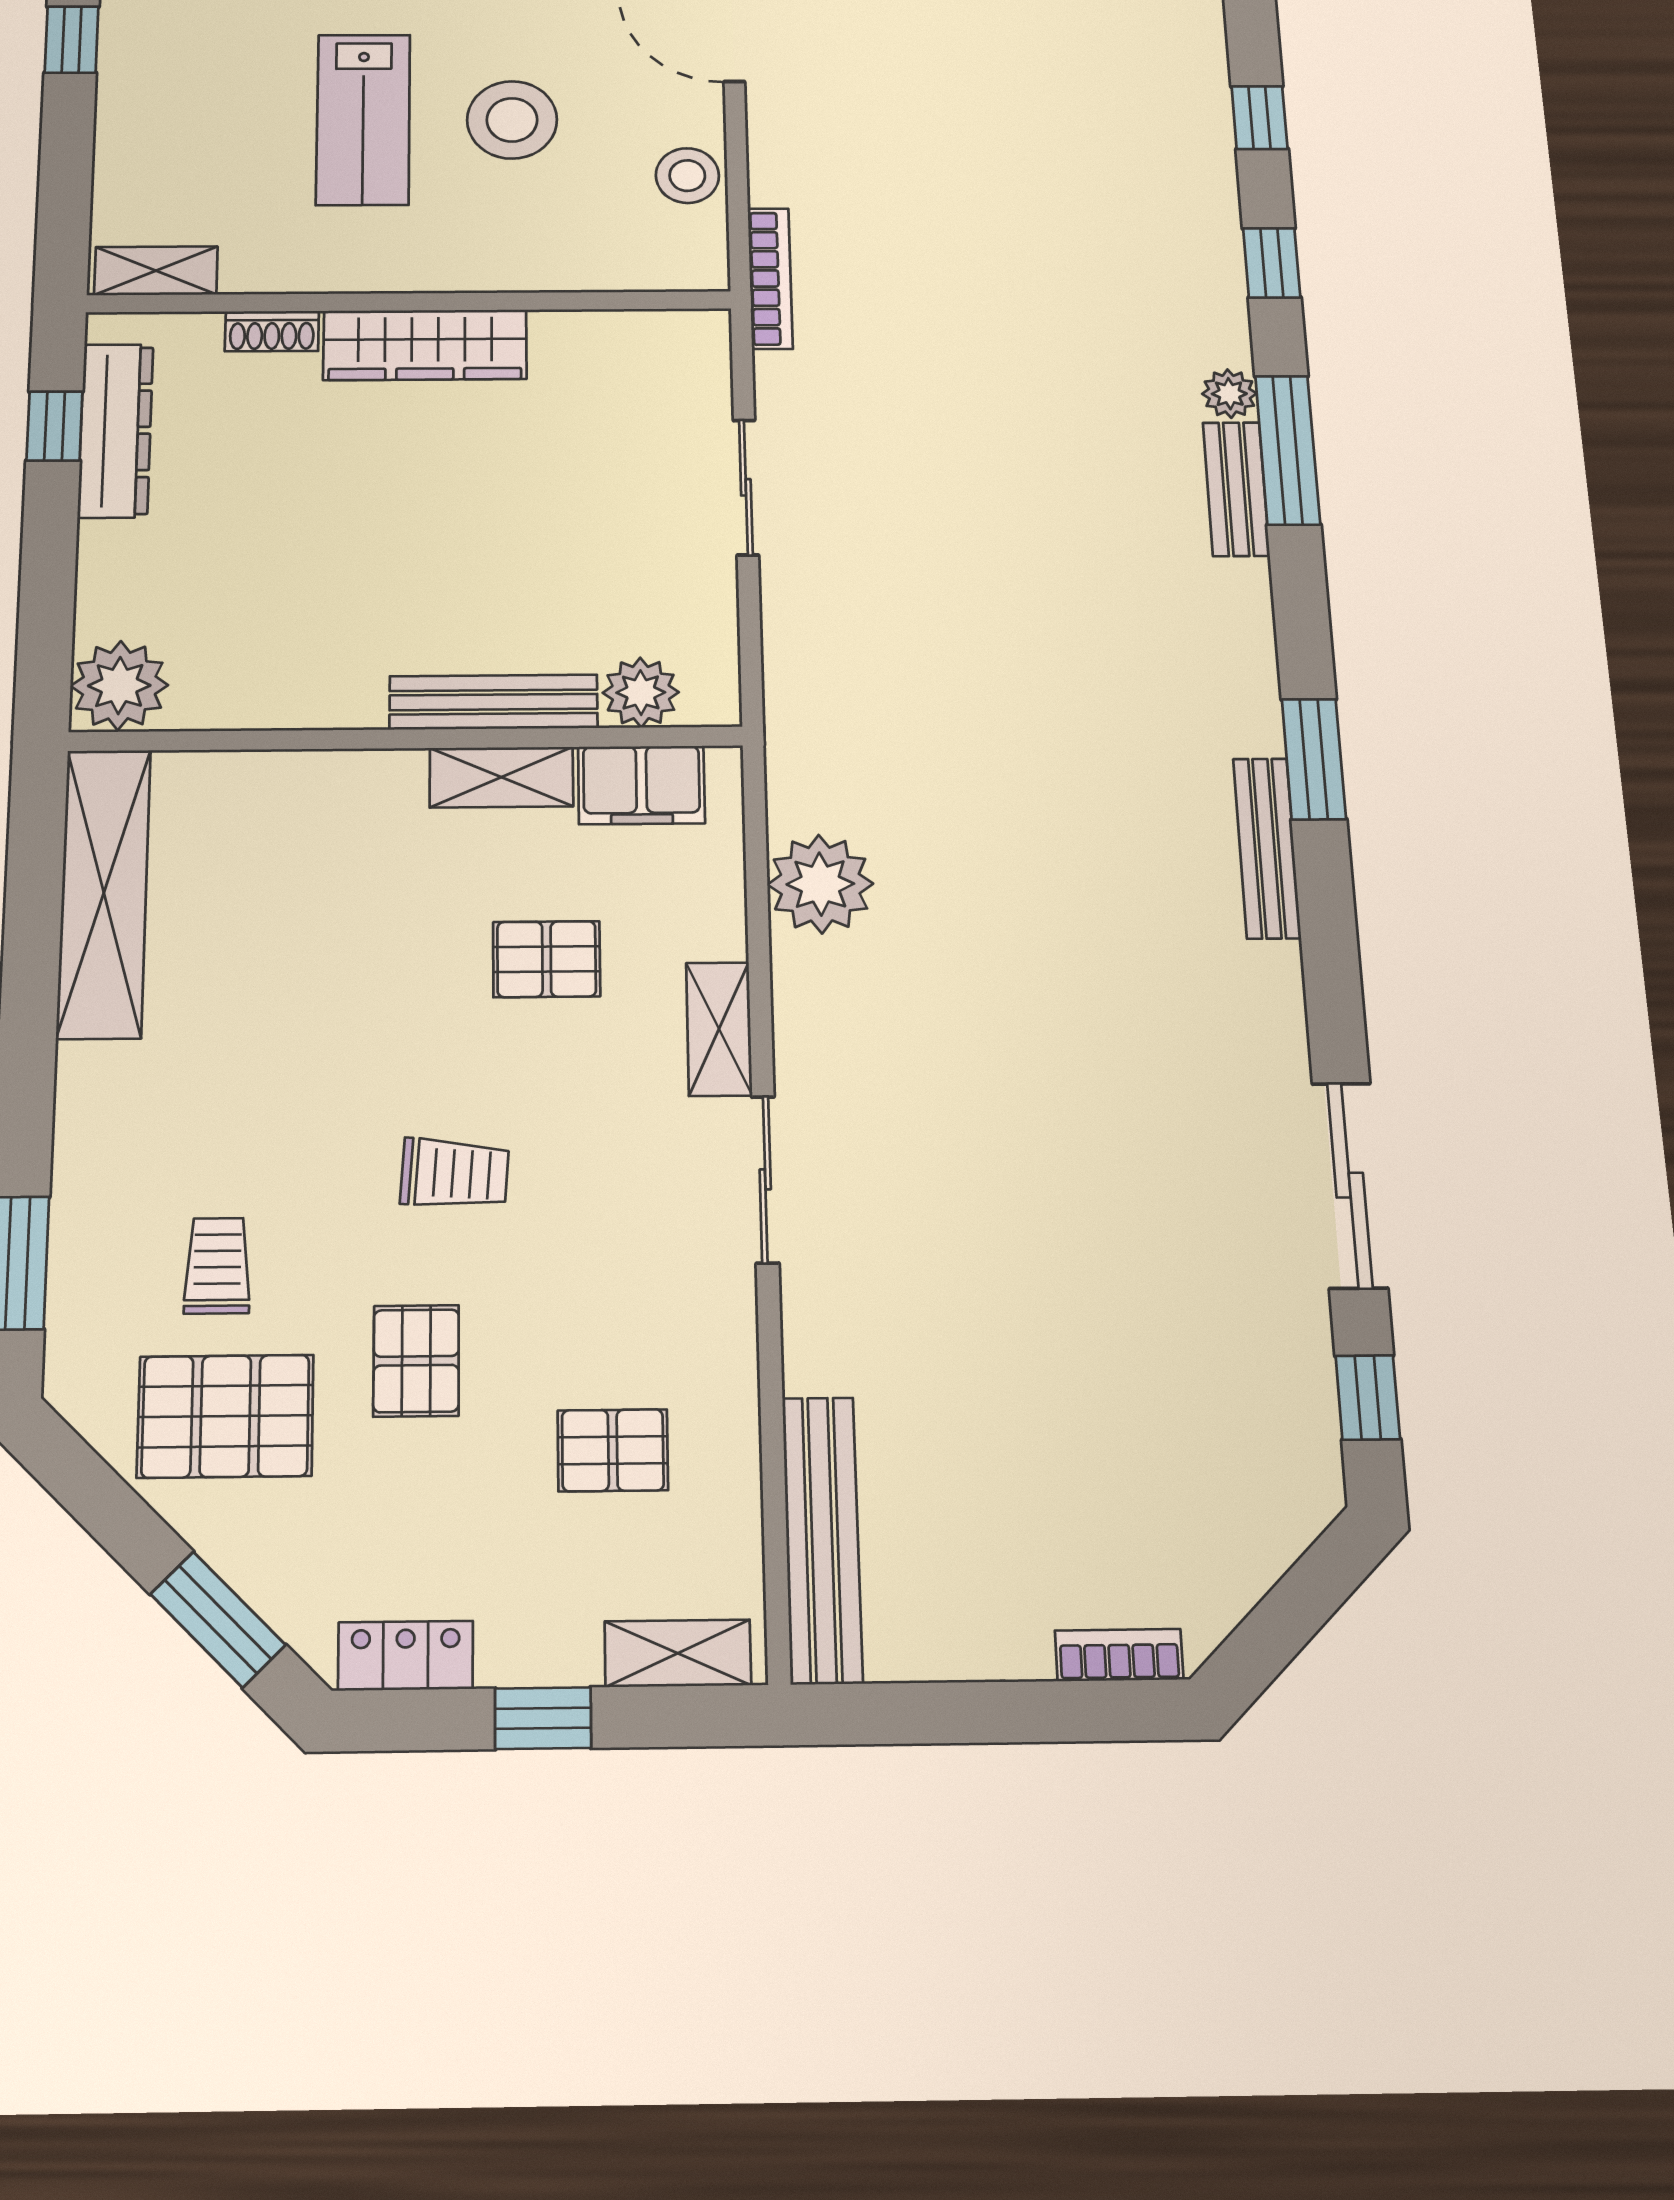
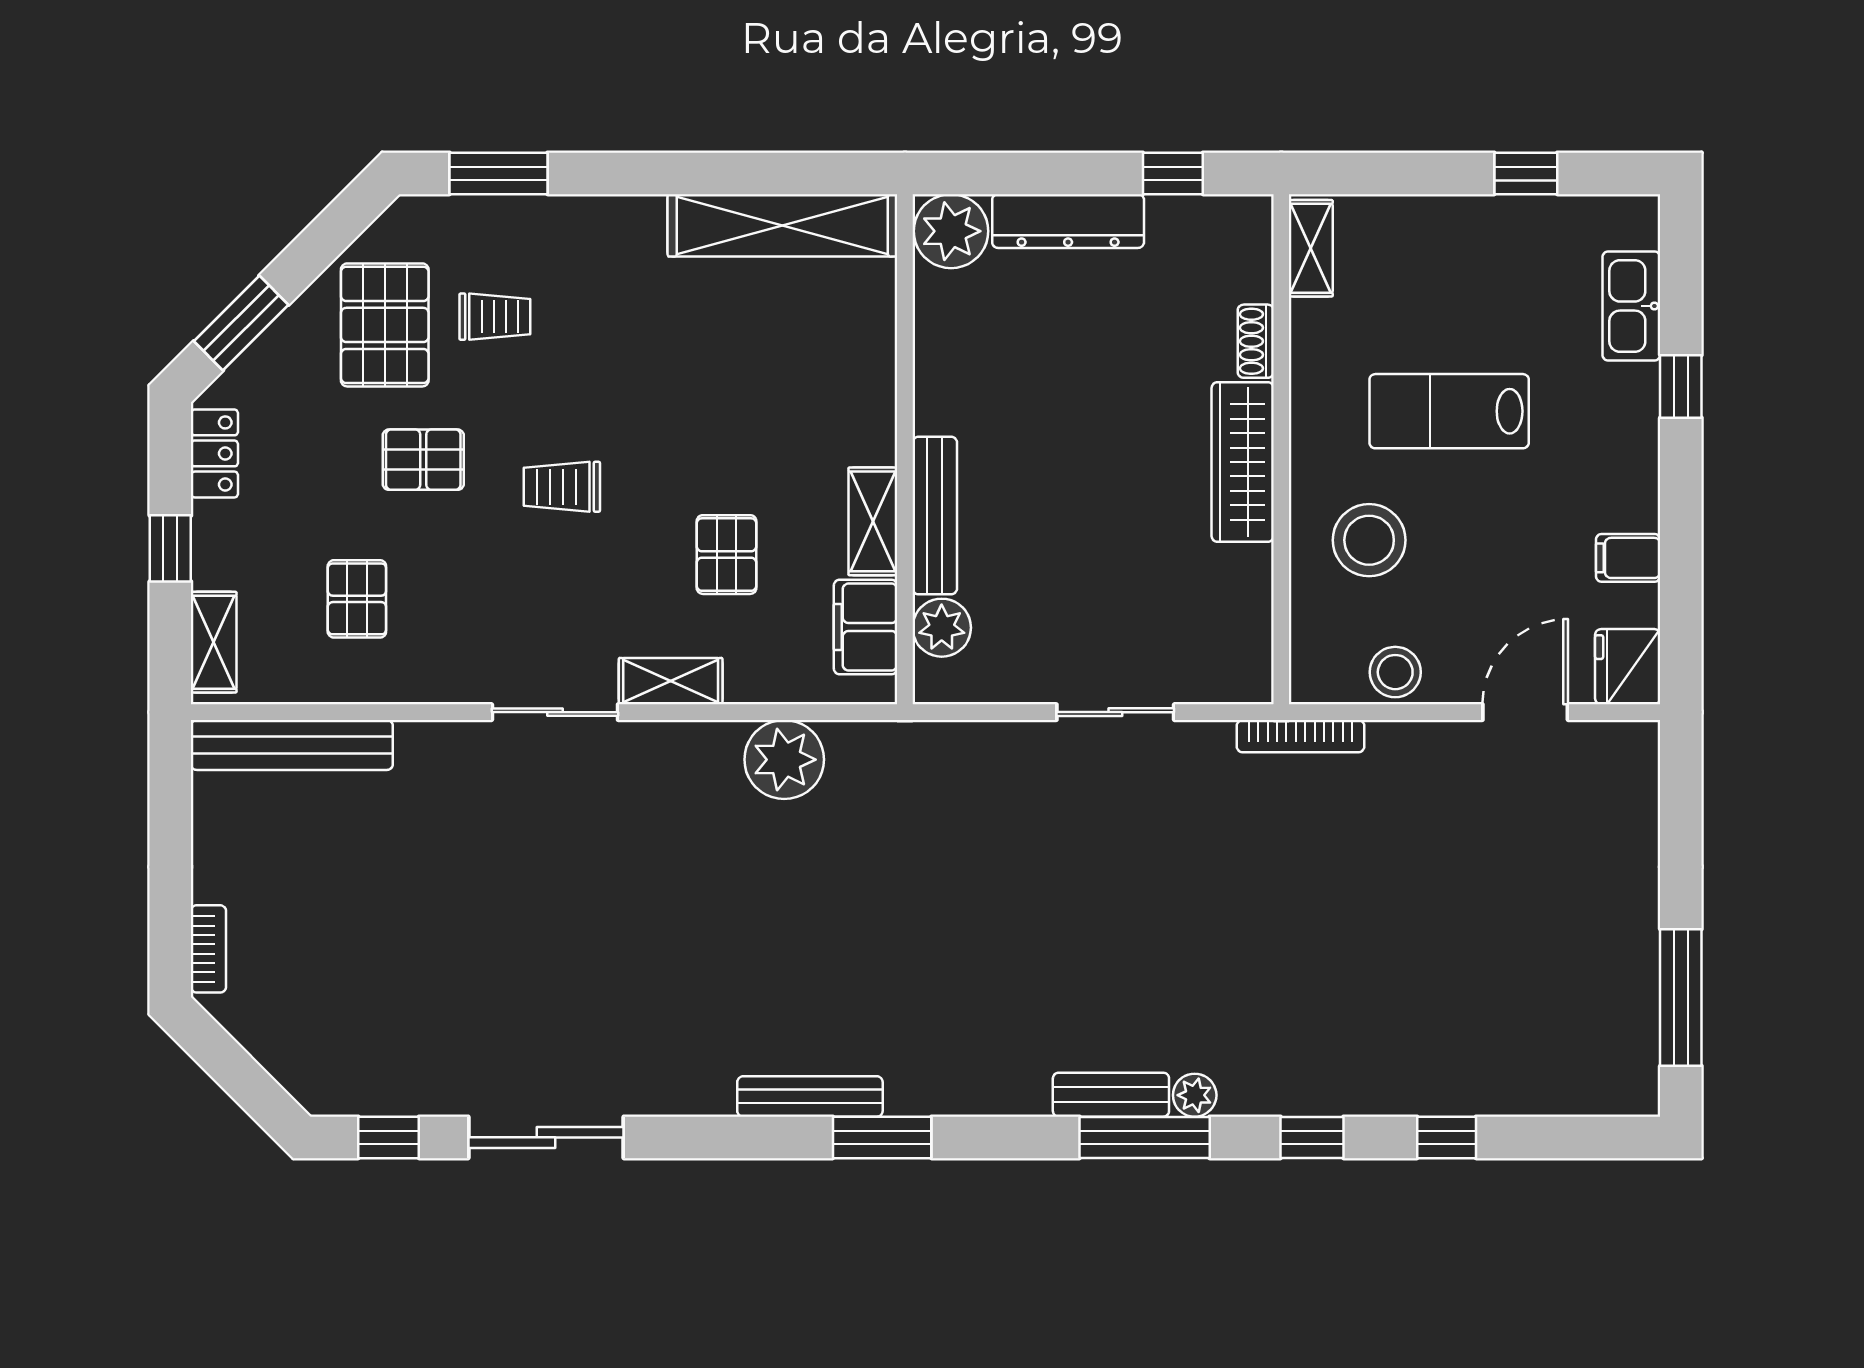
stool: (512, 120) -> (1369, 540), moved
dresser: (116, 430) -> (1068, 221), moved
trolley: (455, 1173) -> (562, 487), turned 86

